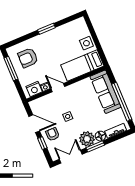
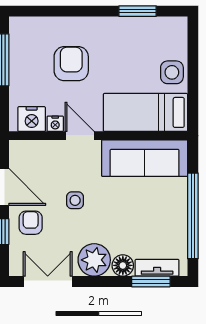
window: (46, 29) -> (138, 11), moved
armchair: (28, 58) -> (71, 64), moved, turned 90
sofa: (105, 92) -> (145, 158), moved, turned -90
window: (95, 146) -> (151, 281), moved

